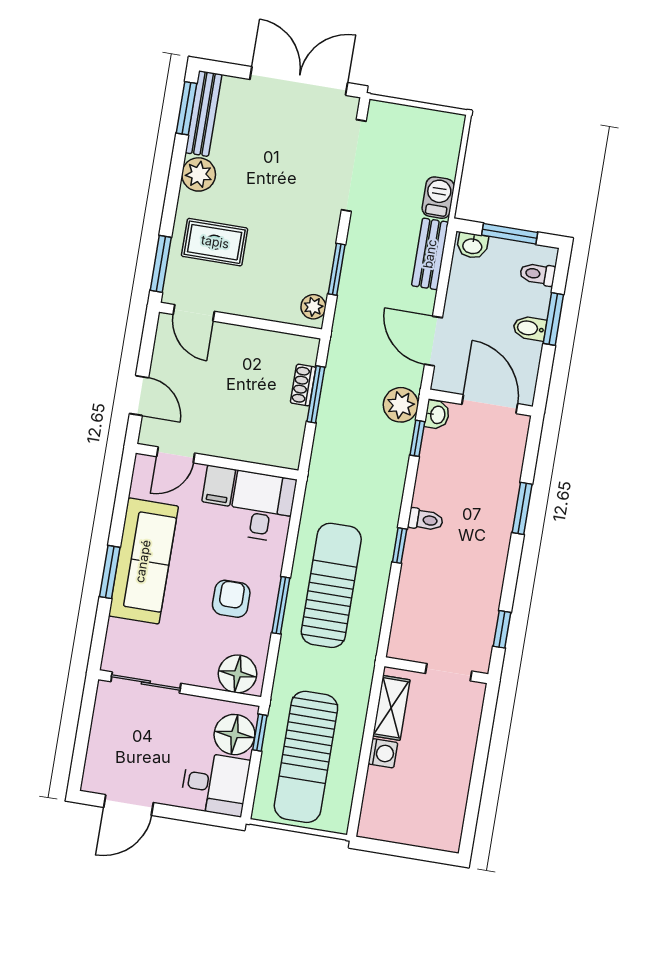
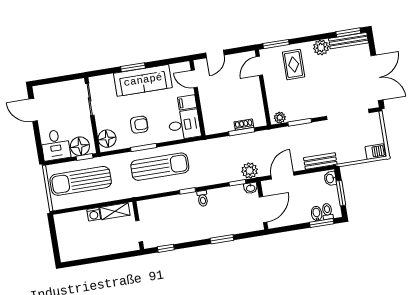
barbecue: (438, 198) -> (375, 152), moved
window: (553, 319) -> (322, 223), moved
bidet: (530, 328) -> (317, 214), moved

